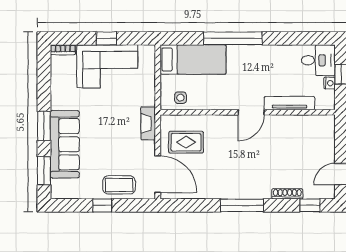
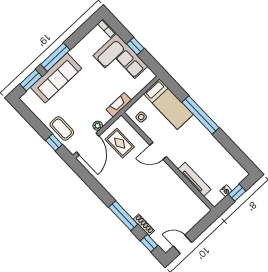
desk: (318, 60) -> (233, 173), removed
door: (251, 112) -> (158, 151), moved
fireplace: (148, 123) -> (119, 105), moved
window: (44, 126) -> (55, 57), width x1.44
plant: (149, 148) -> (98, 126), added
window: (102, 205) -> (54, 142), moved
window: (242, 205) -> (123, 216), moved

